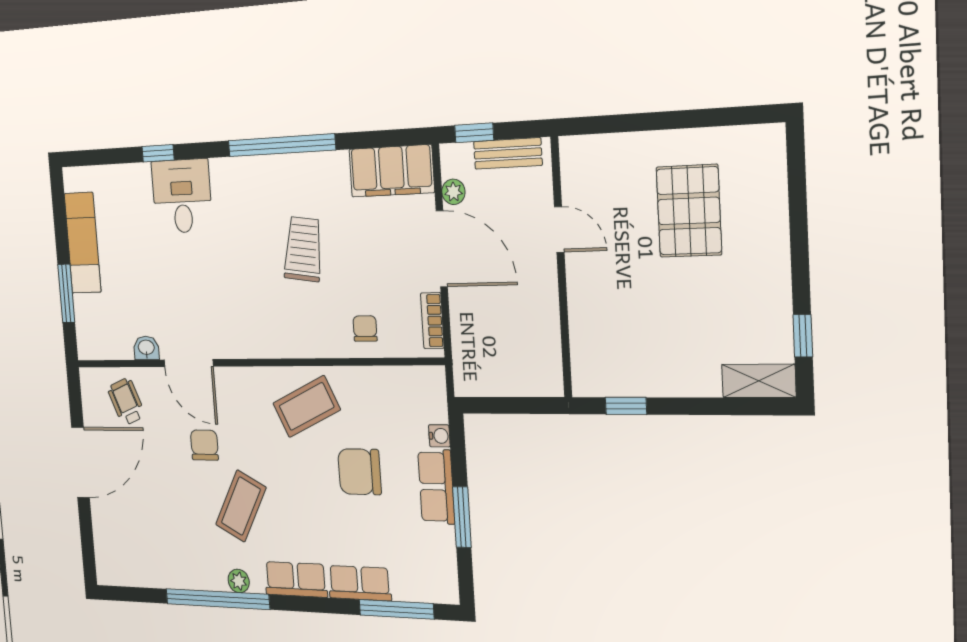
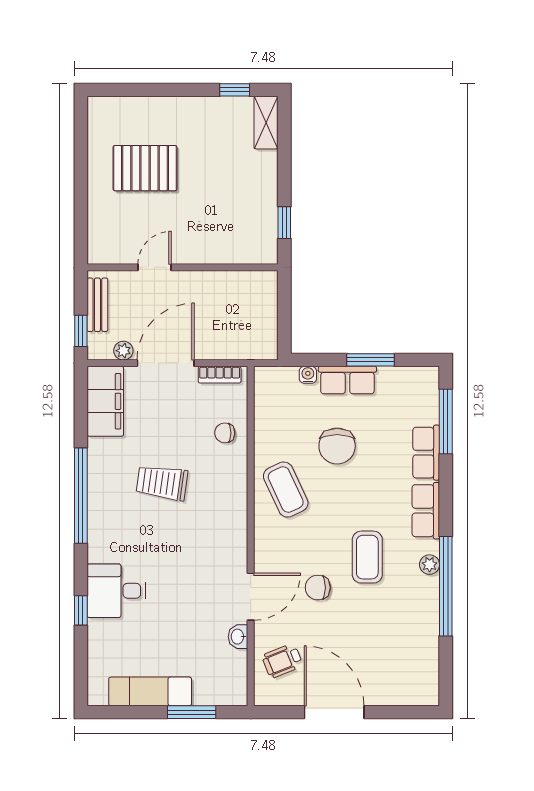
coffee table: (241, 506) -> (367, 557), turned 62

